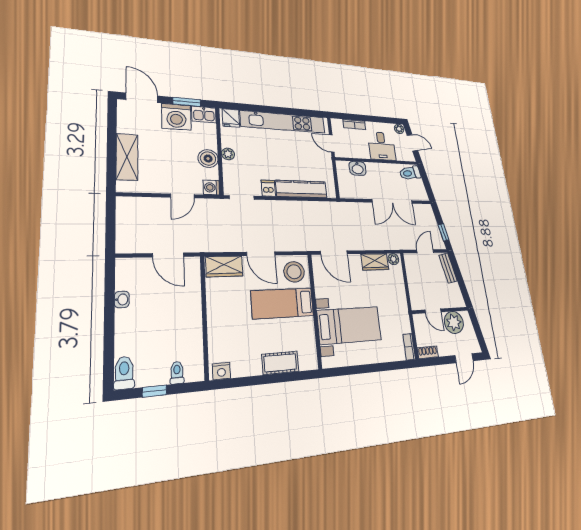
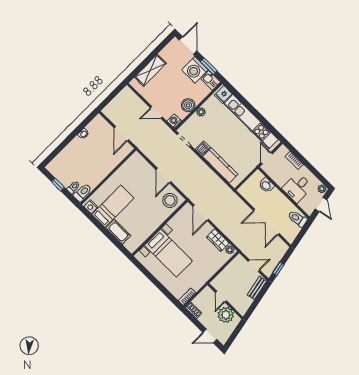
wardrobe: (224, 266) -> (140, 164), removed
bed: (282, 303) -> (113, 206), moved, turned 90
toilet: (124, 373) -> (83, 193), moved

